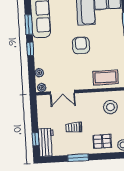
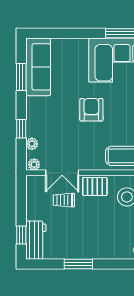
window: (30, 49) -> (21, 129), moved
trolley: (74, 127) -> (64, 200), moved
pallet: (102, 141) -> (95, 187), moved

